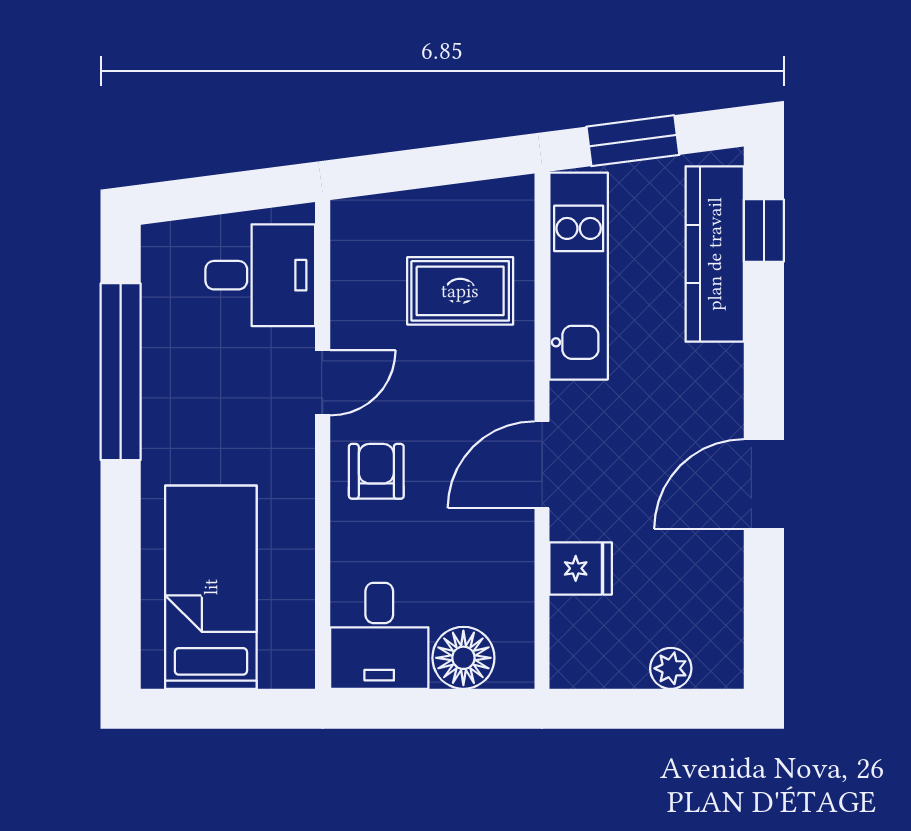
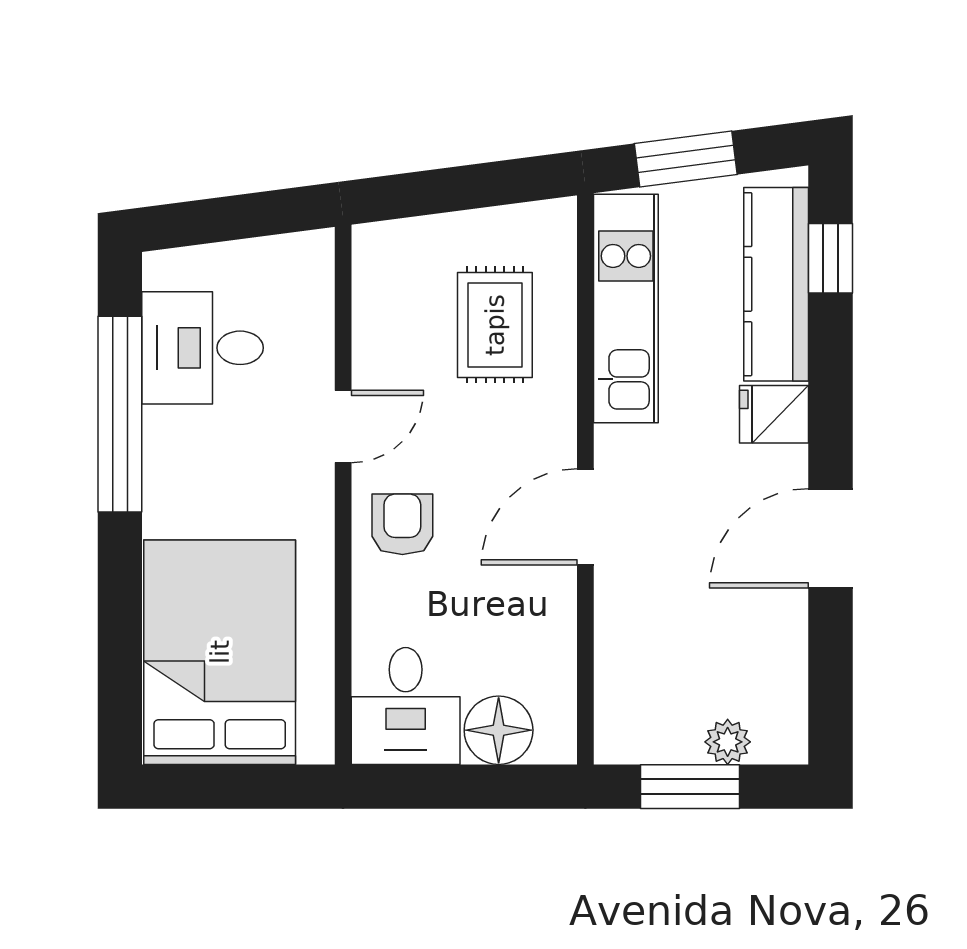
desk: (260, 275) -> (203, 348), moved, turned 180
rug: (460, 291) -> (495, 325), turned 90
fridge: (581, 568) -> (774, 414), moved, turned 180
bed: (211, 587) -> (220, 652), width x1.50
window: (637, 709) -> (690, 787), added

